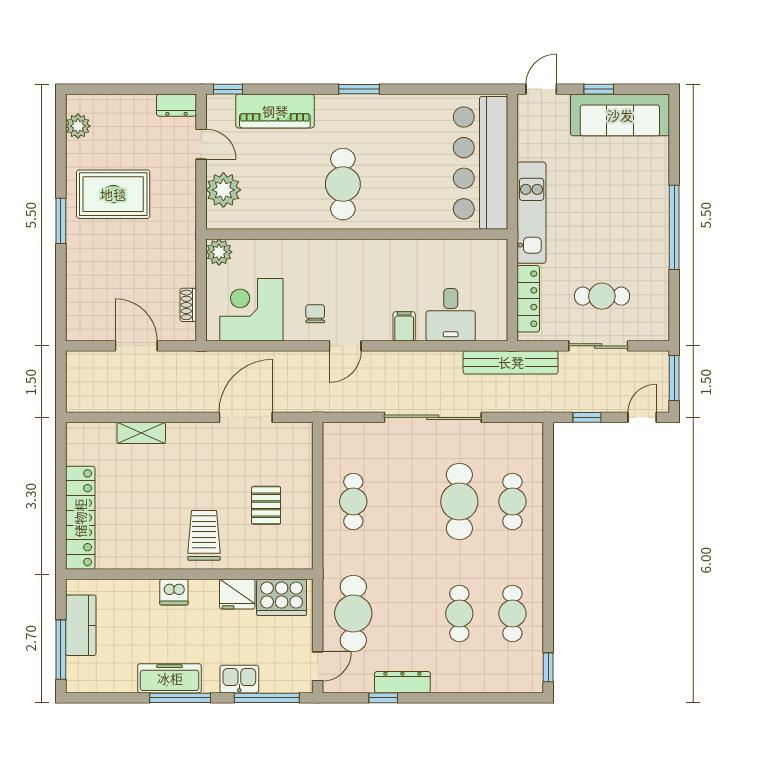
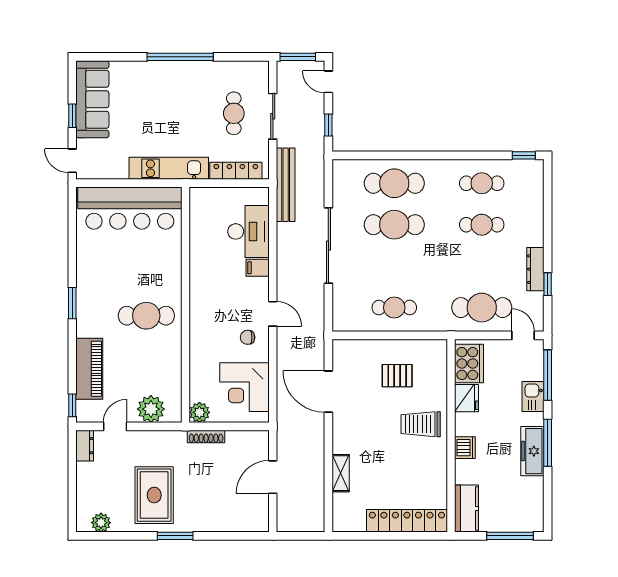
shoe rack: (188, 305) -> (206, 436), moved, width x1.43
desk: (451, 315) -> (248, 231), width x1.37
cafe table: (512, 502) -> (394, 183), width x1.37, depth x1.35
kitchen counter: (81, 625) -> (467, 508), moved, turned 90

